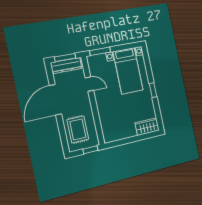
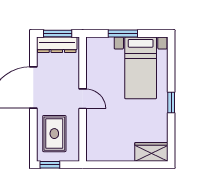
window: (100, 51) -> (123, 34), moved
door: (89, 84) -> (83, 99), moved
window: (90, 150) -> (50, 165), moved

